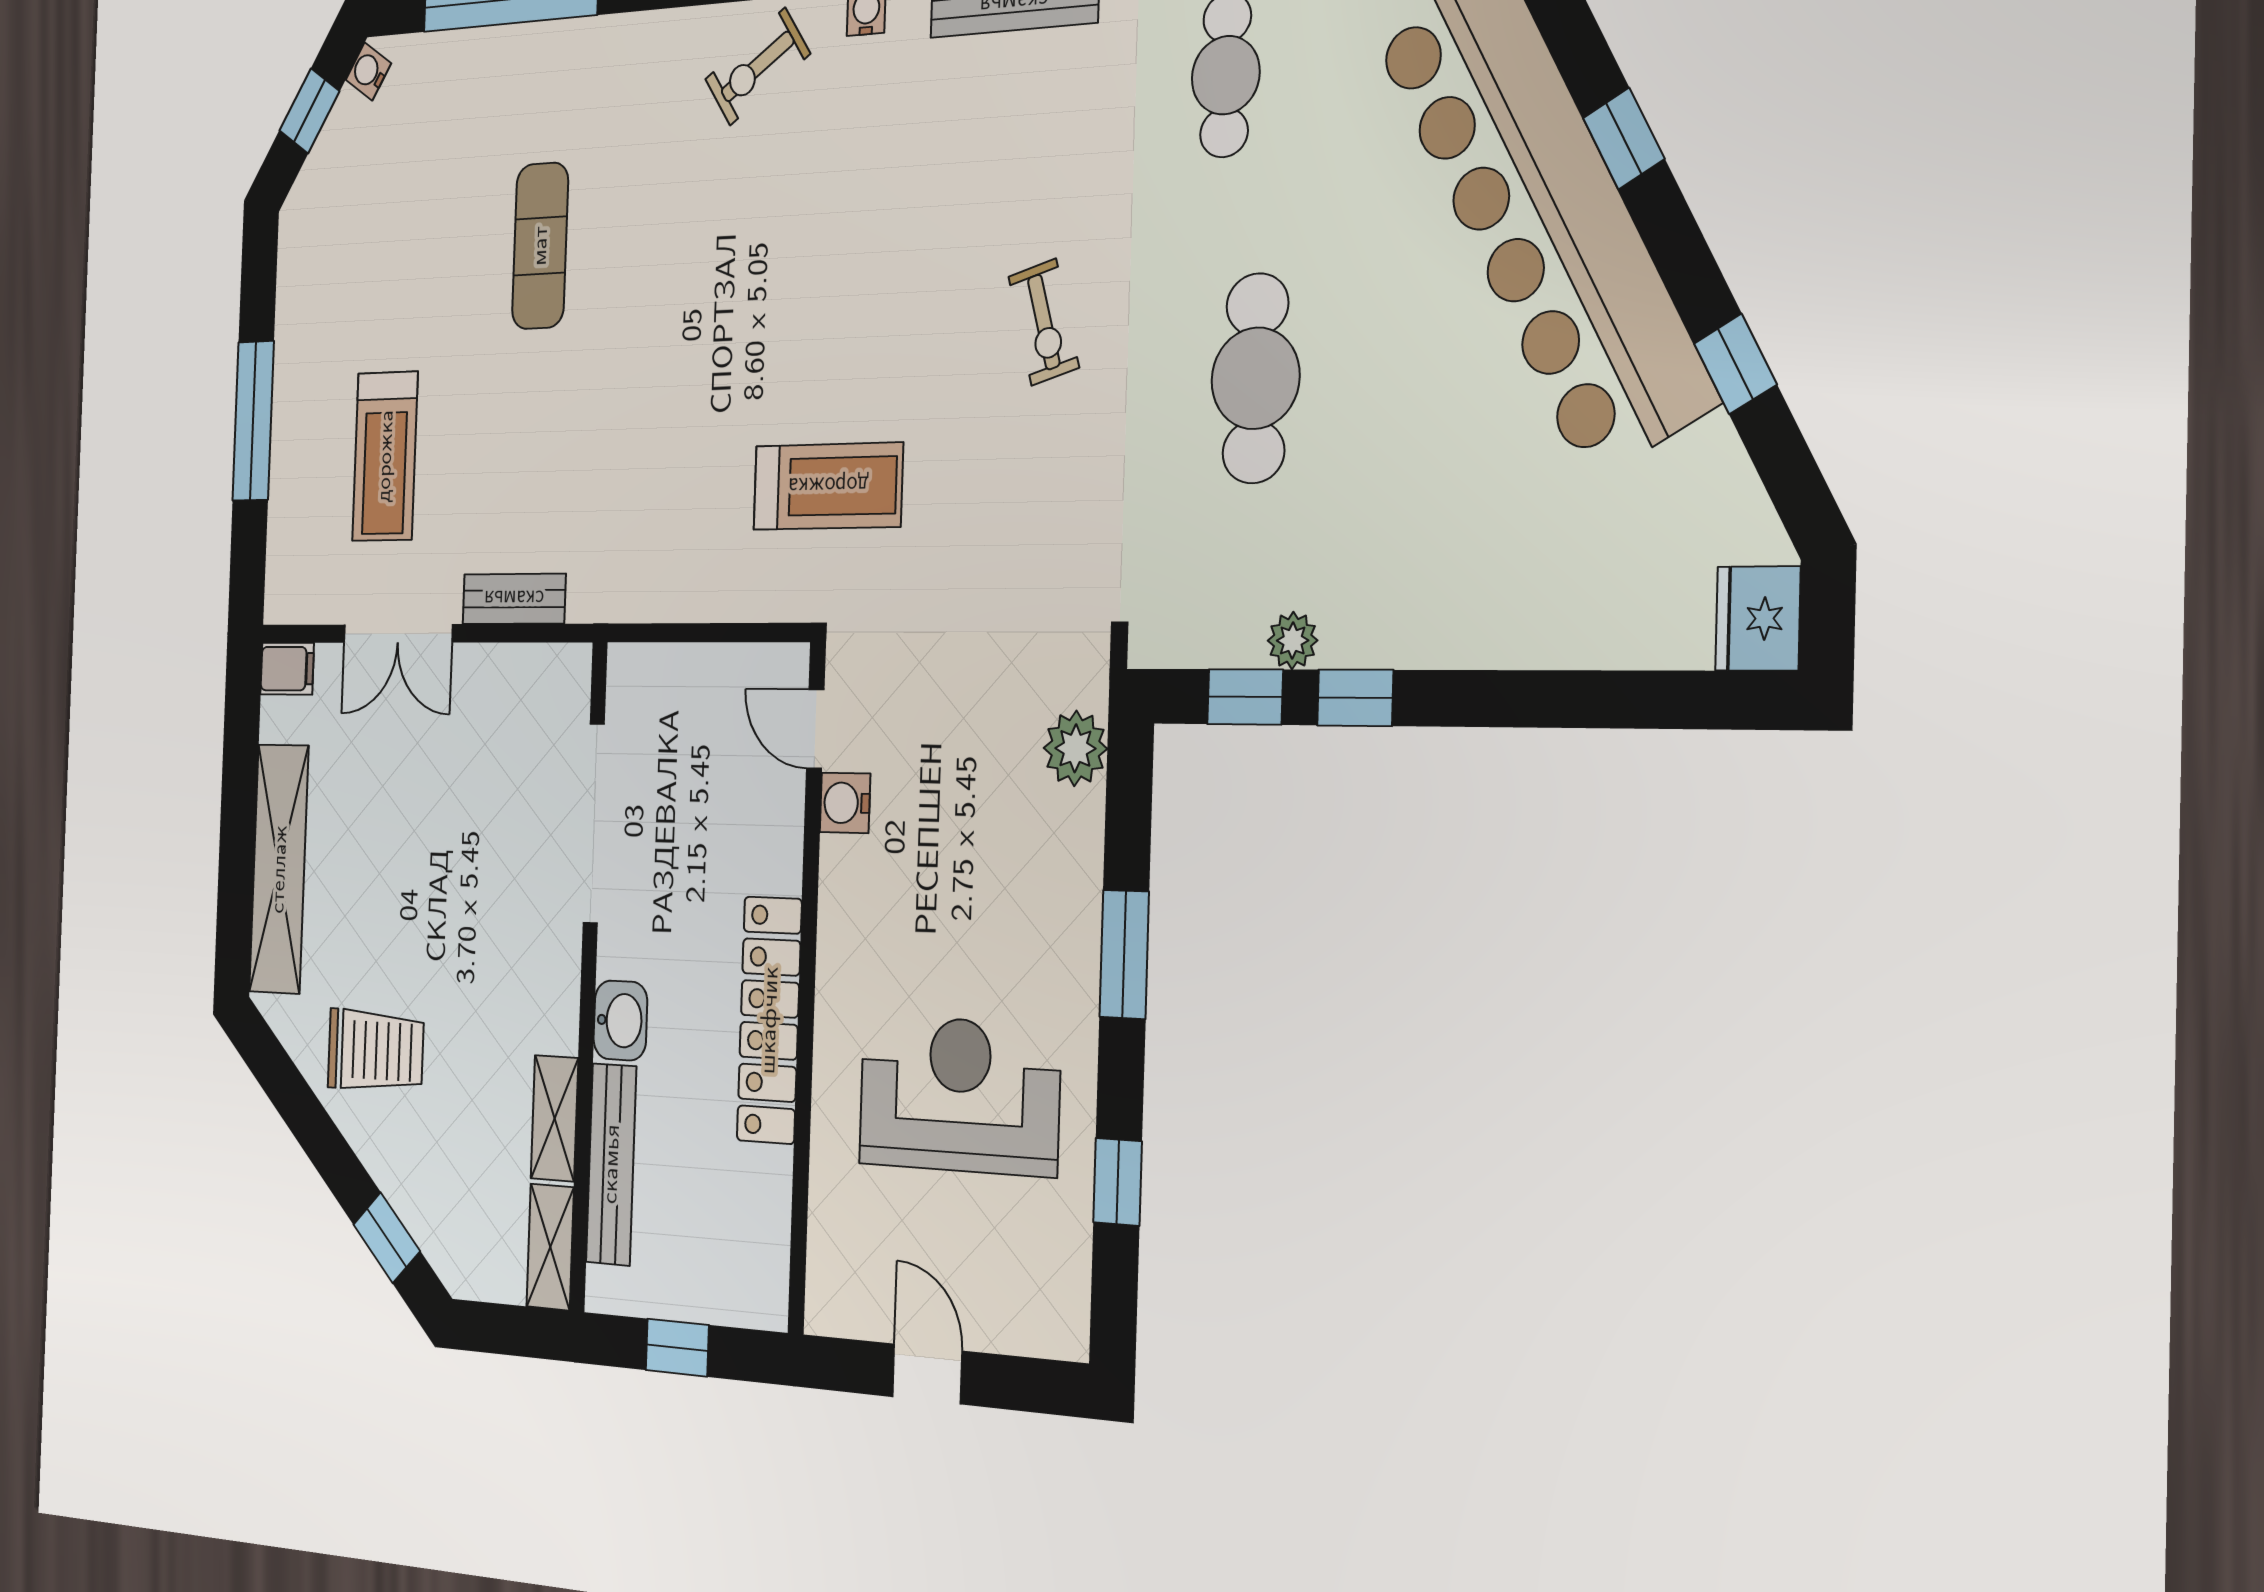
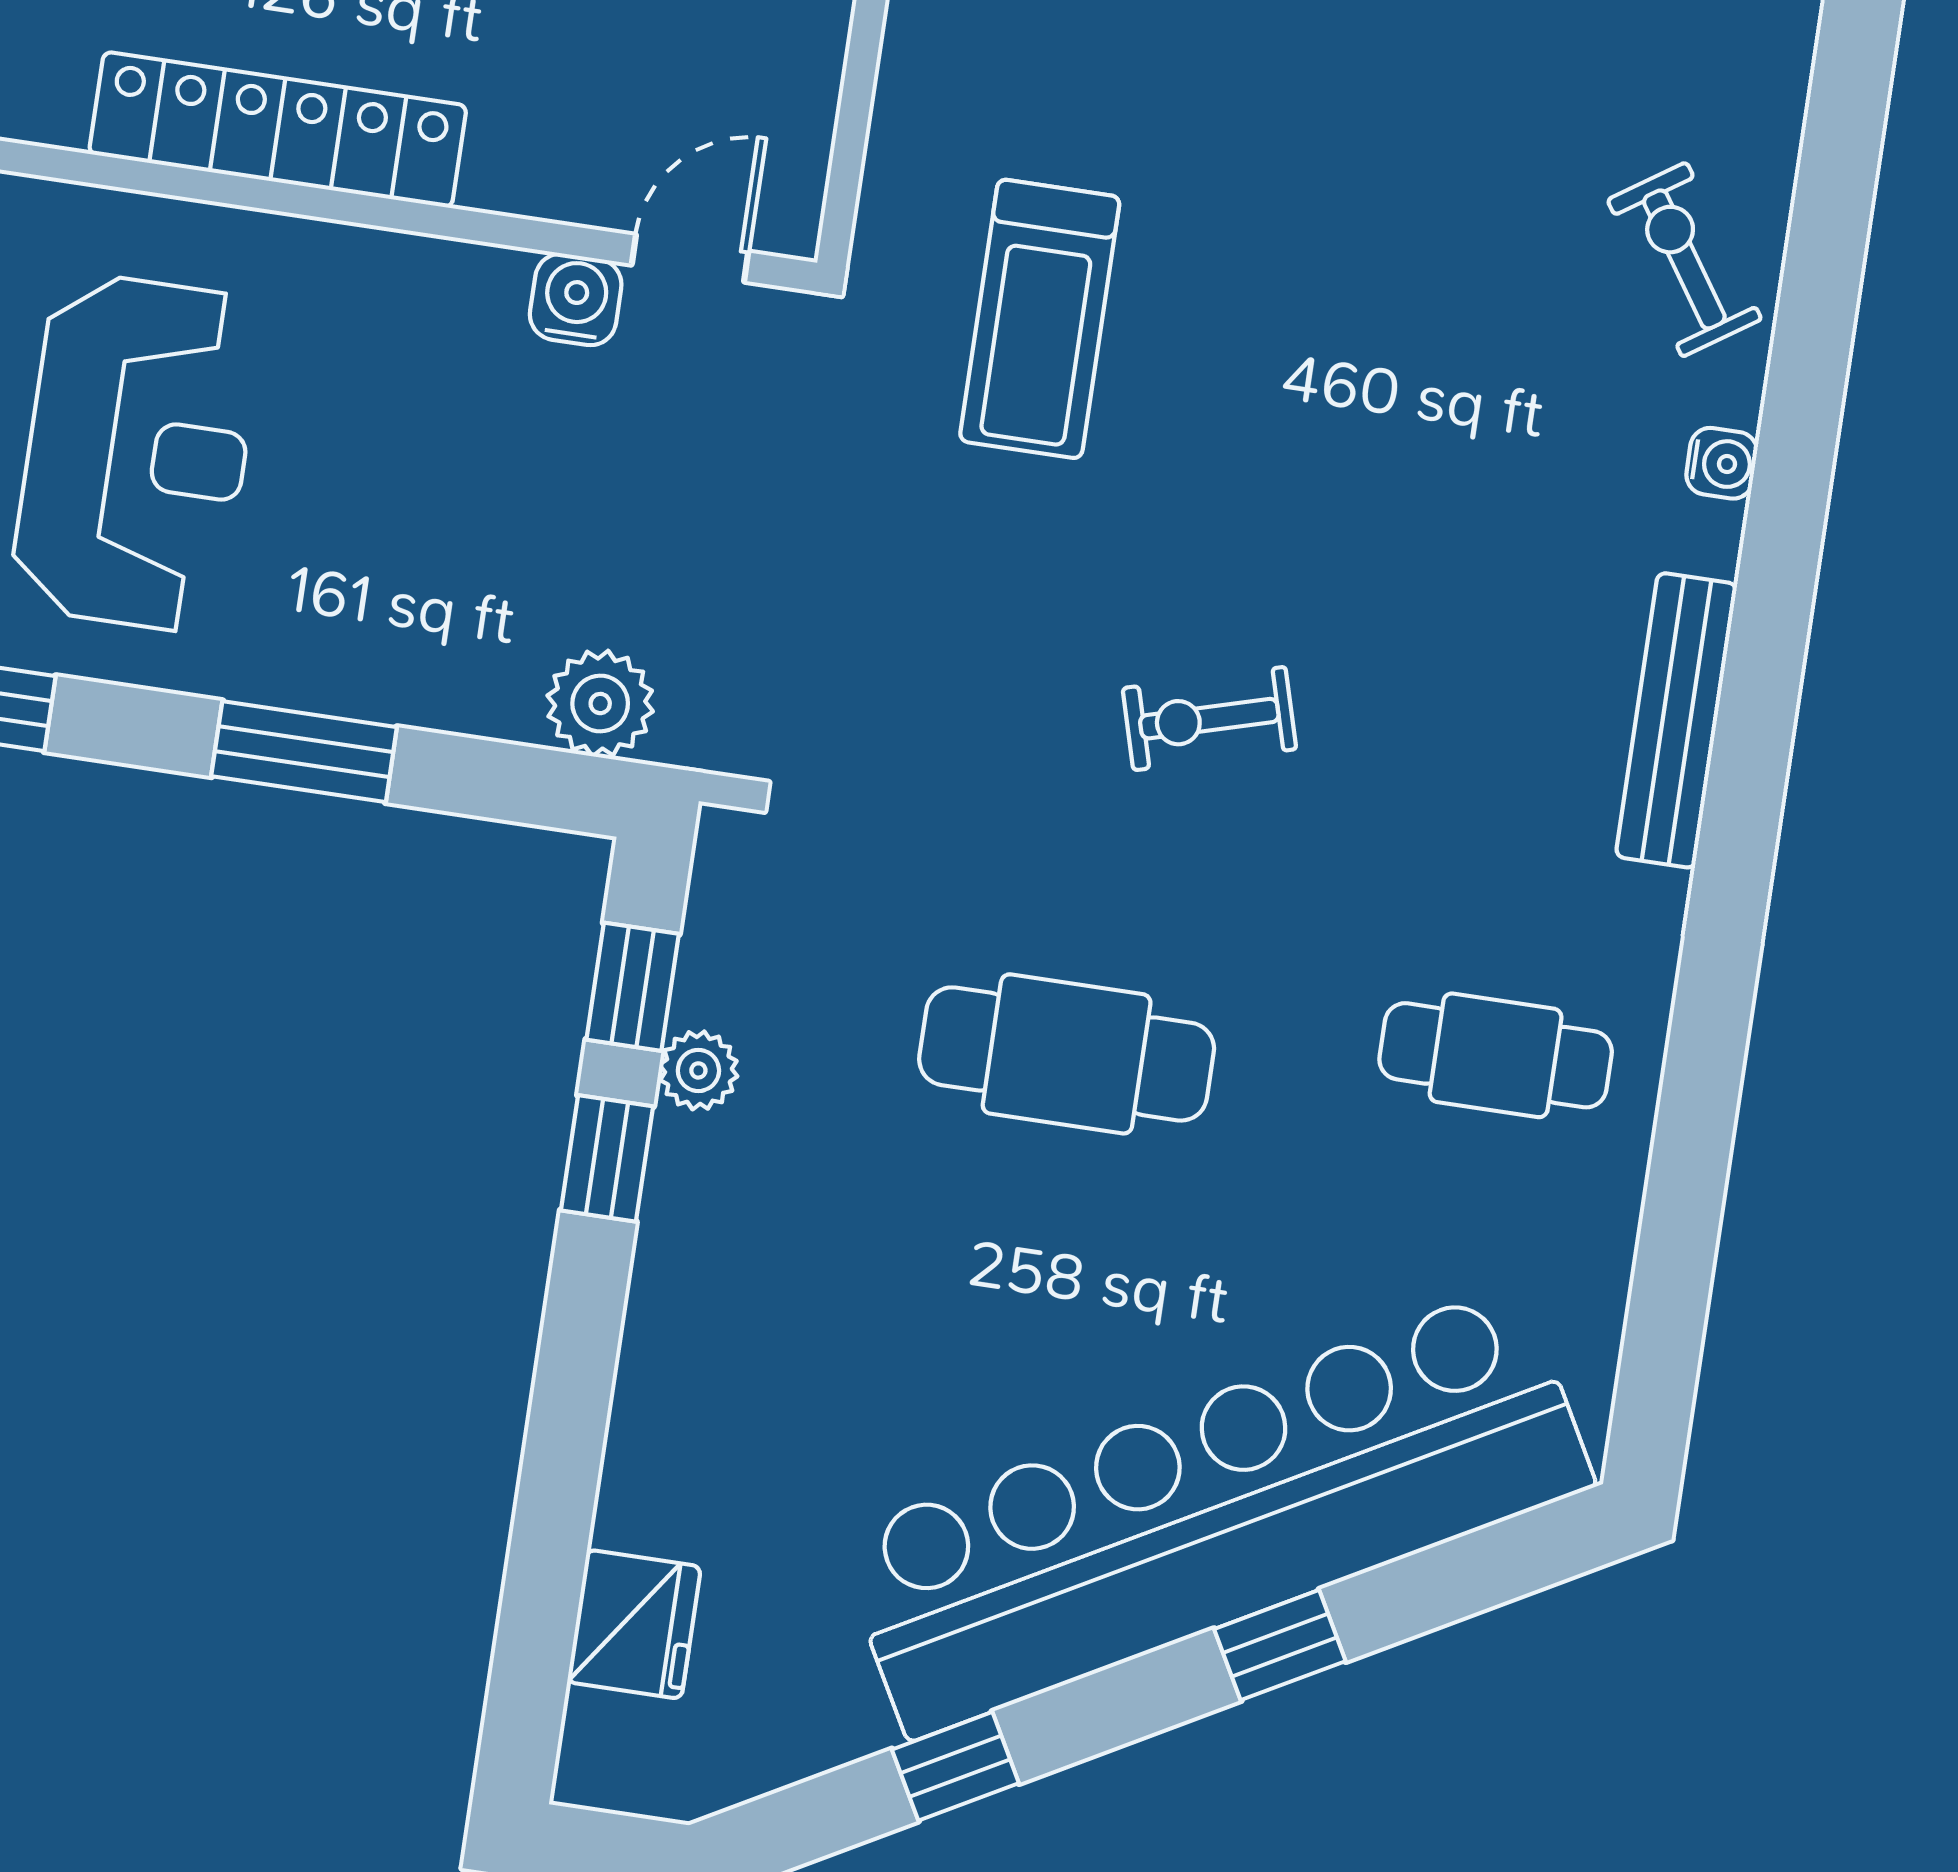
fridge: (1758, 619) -> (634, 1624), moved, turned 90

